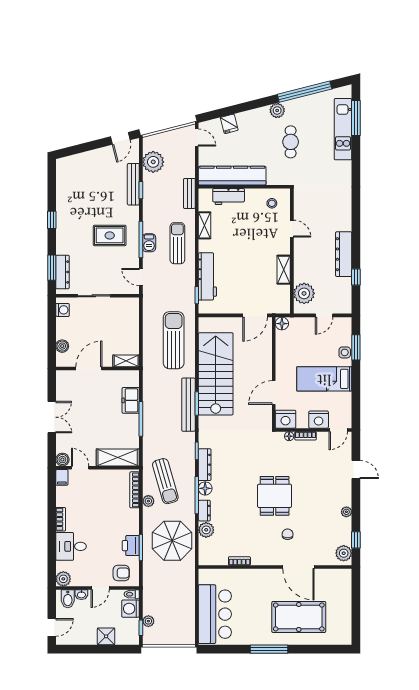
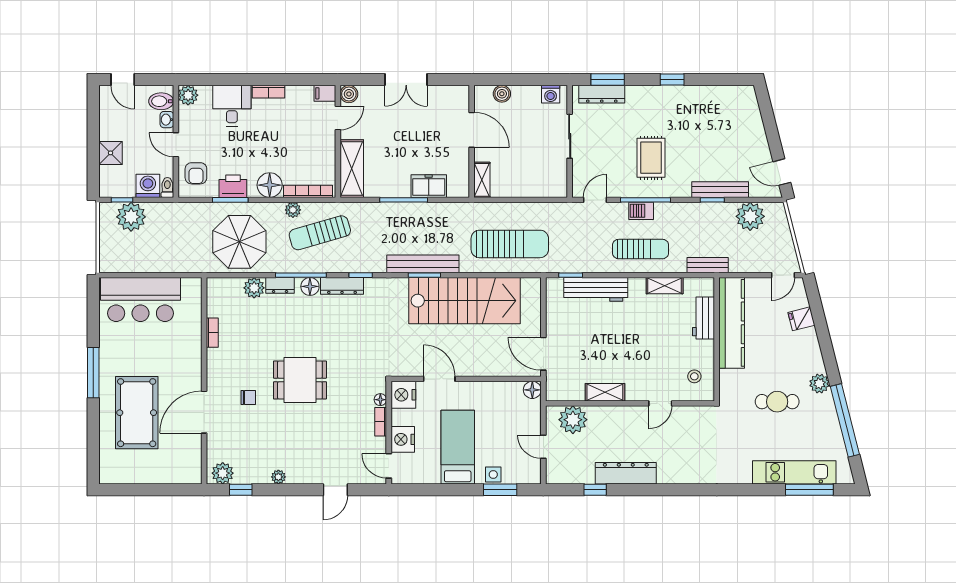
floor lamp: (130, 518) -> (270, 185), added
plant: (148, 621) -> (131, 217), width x1.87, depth x1.87

